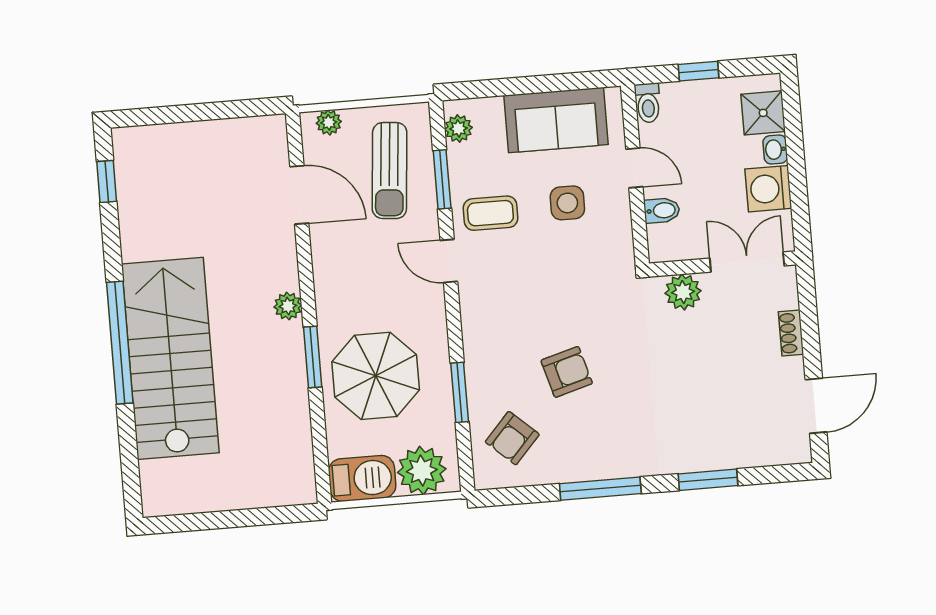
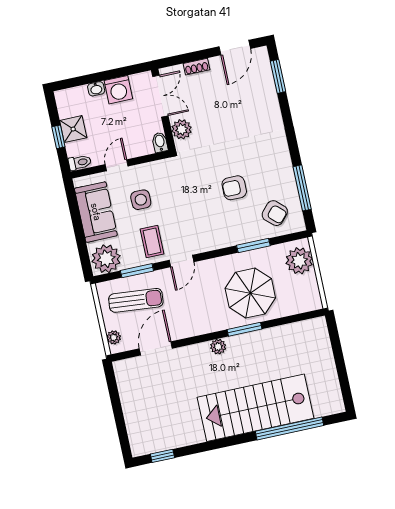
shower: (763, 113) -> (73, 129), moved
plant: (458, 128) -> (106, 259), width x1.88, depth x1.88
bidet: (662, 210) -> (160, 142), moved
double door: (747, 262) -> (160, 96), swing flipped
window: (120, 343) -> (290, 428), moved
armchair: (567, 372) -> (234, 188), turned -74
door: (816, 406) -> (235, 48), swing flipped
barbecue: (362, 478) -> (308, 293), removed
window: (708, 480) -> (278, 76), moved
window: (600, 489) -> (302, 188), moved

